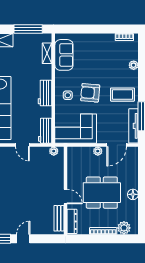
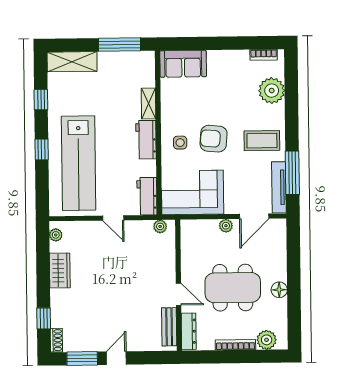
shelving: (47, 53) -> (149, 104), moved
sofa: (64, 55) -> (183, 64), moved, turned 90
plant: (134, 65) -> (272, 91), width x1.88, depth x1.88

